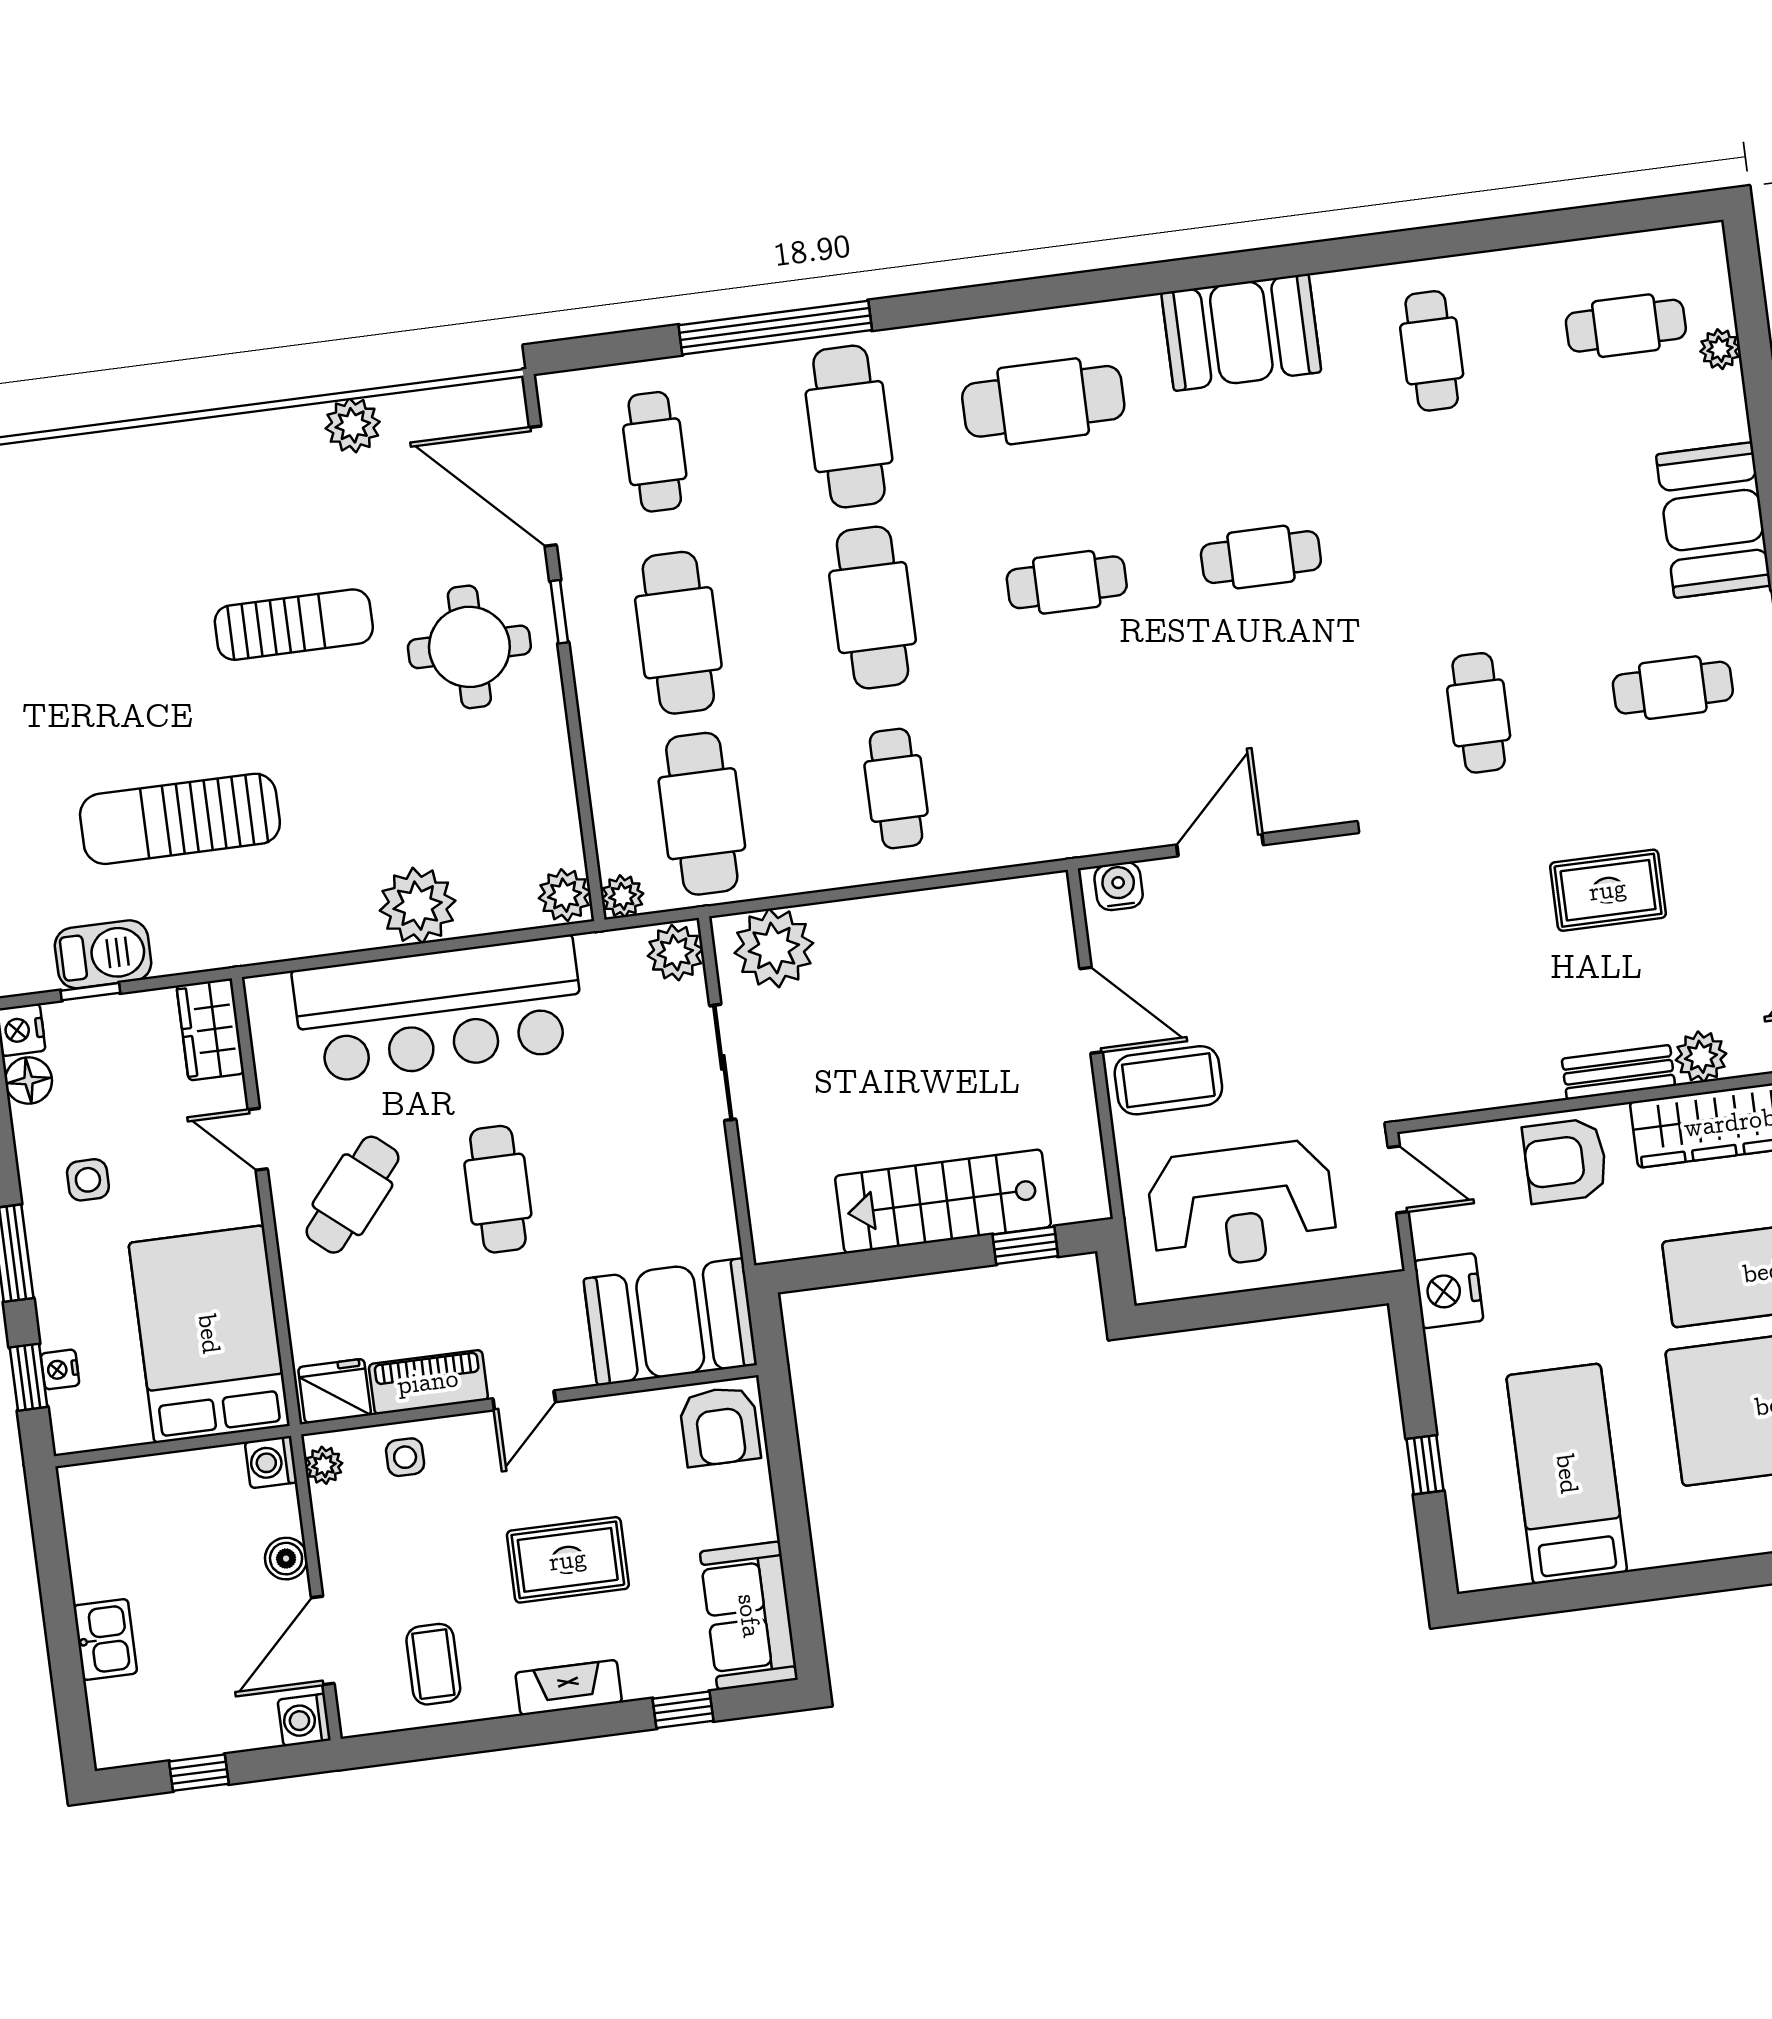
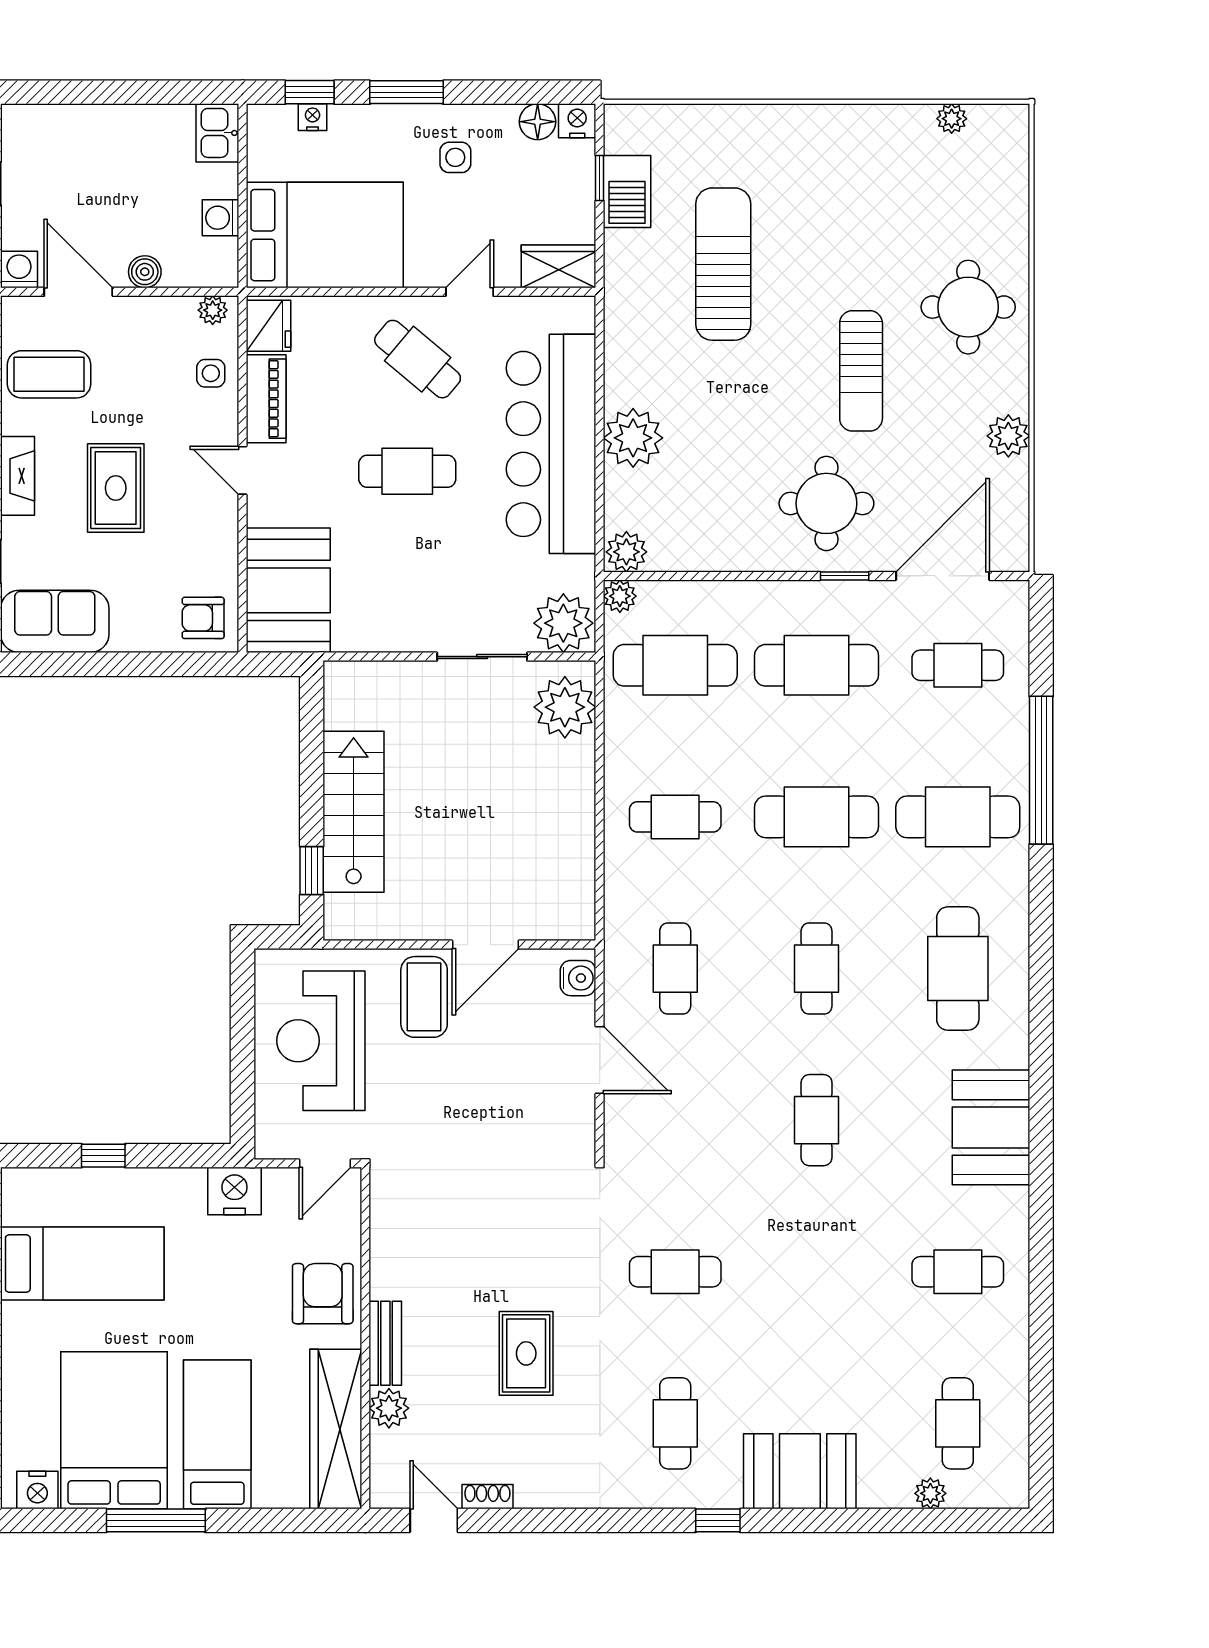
round table: (194, 498) -> (968, 307), added
cafe table: (1090, 763) -> (675, 969), added
plant: (675, 953) -> (563, 623), width x1.36, depth x1.36
armchair: (720, 1426) -> (203, 618), width x0.72, depth x0.72
washing machine: (271, 1462) -> (220, 218), moved, turned -90
kitchen sink: (105, 1639) -> (217, 133), moved, turned 90
coffee table: (433, 1664) -> (49, 374), width x1.36, depth x1.30

